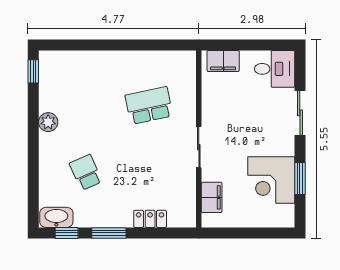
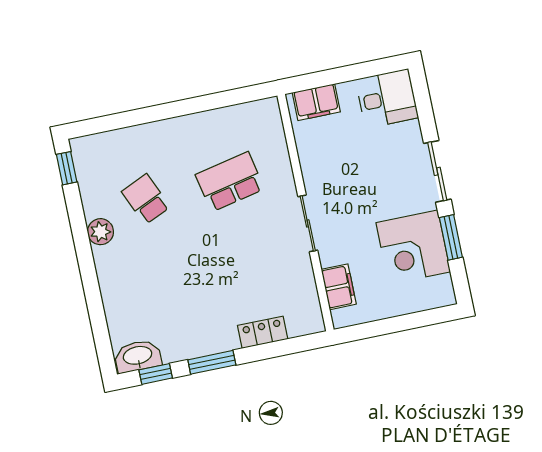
sliding door: (300, 113) -> (437, 171), moved
school desk: (86, 172) -> (146, 199), moved

